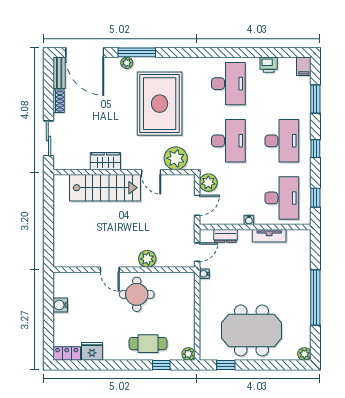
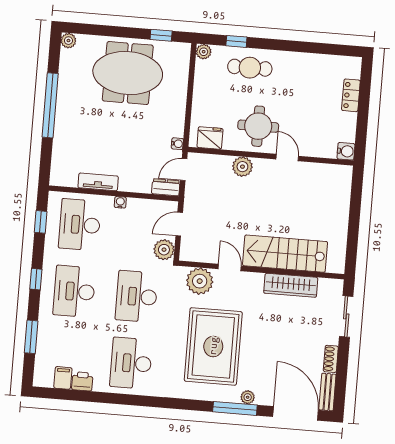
filing cabinet: (304, 66) -> (63, 378), moved
wardrobe: (105, 161) -> (291, 285), width x1.50
dresser: (225, 236) -> (166, 187), moved
water cooler: (60, 305) -> (346, 151), moved
fridge: (92, 351) -> (210, 138), moved, turned 180
locker: (67, 354) -> (351, 95), moved, turned 90

